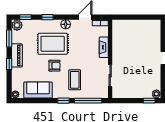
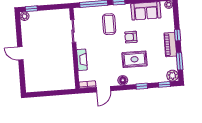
rug: (53, 44) -> (135, 59), width x0.73, depth x0.70

